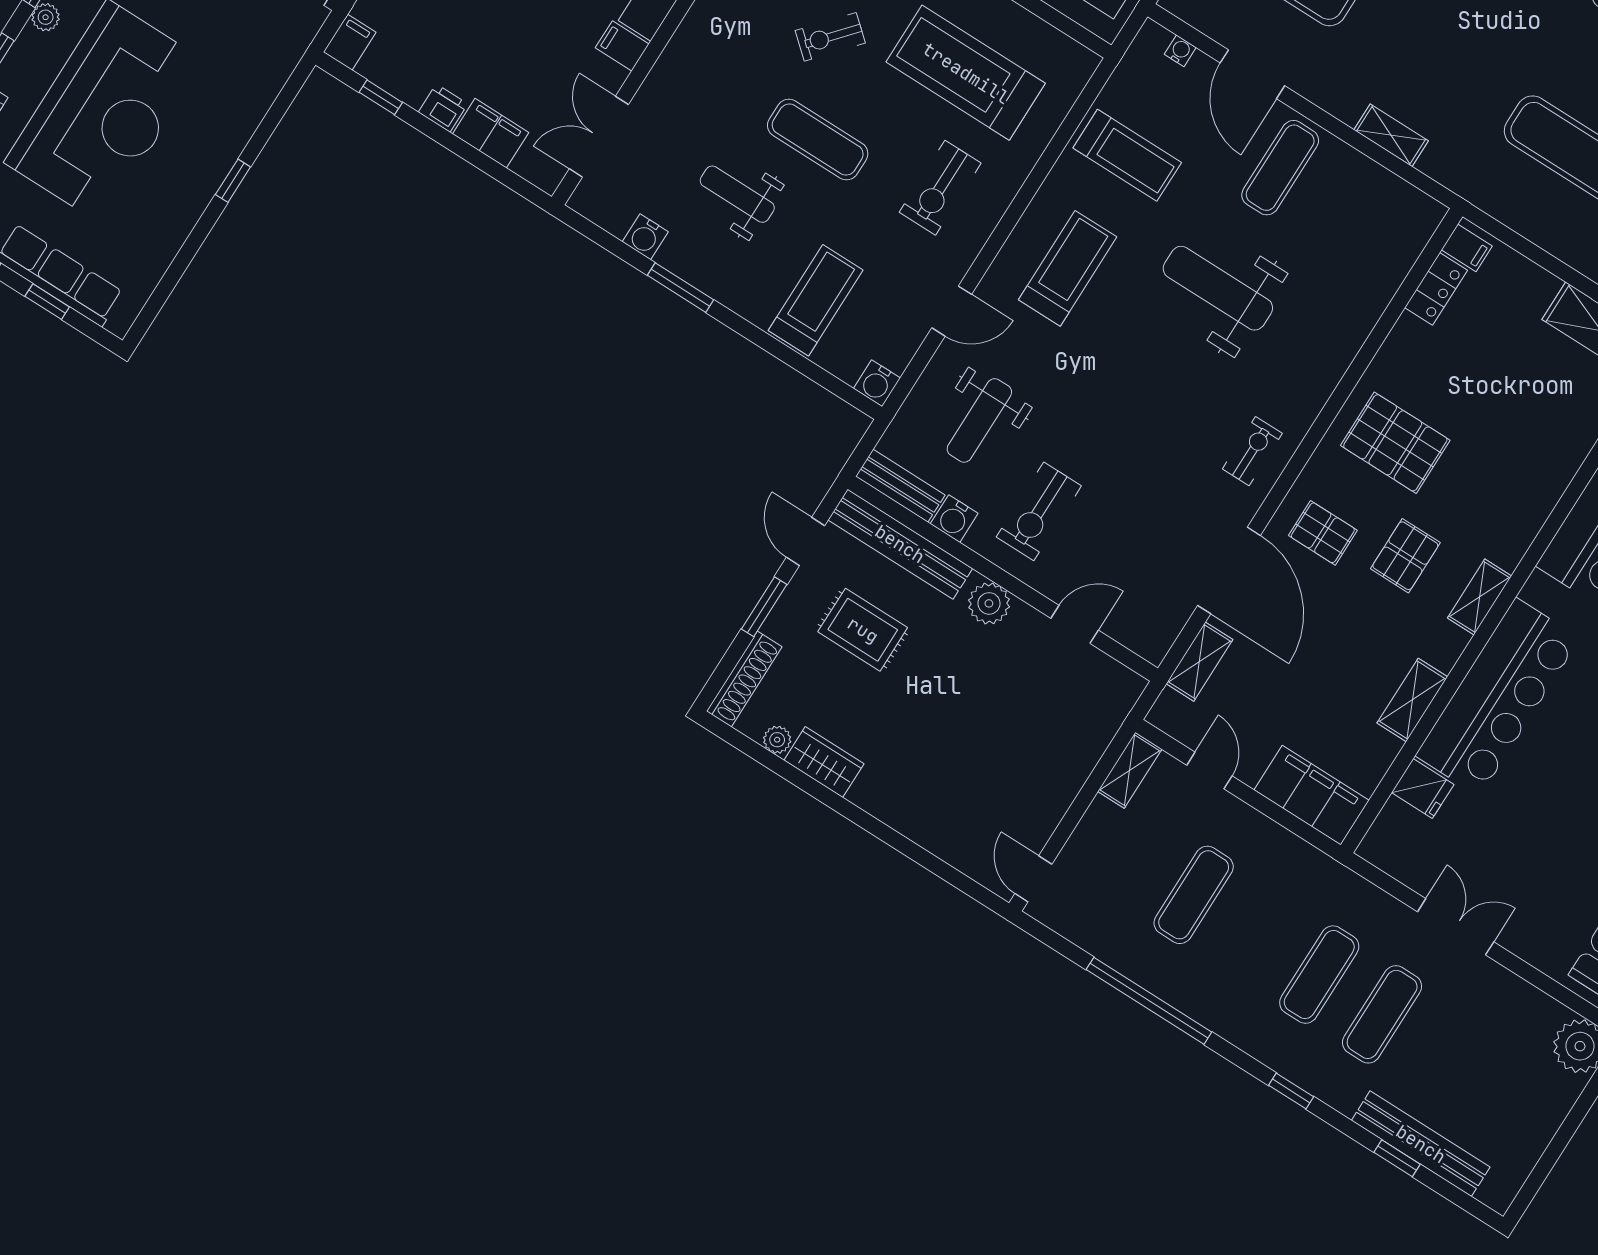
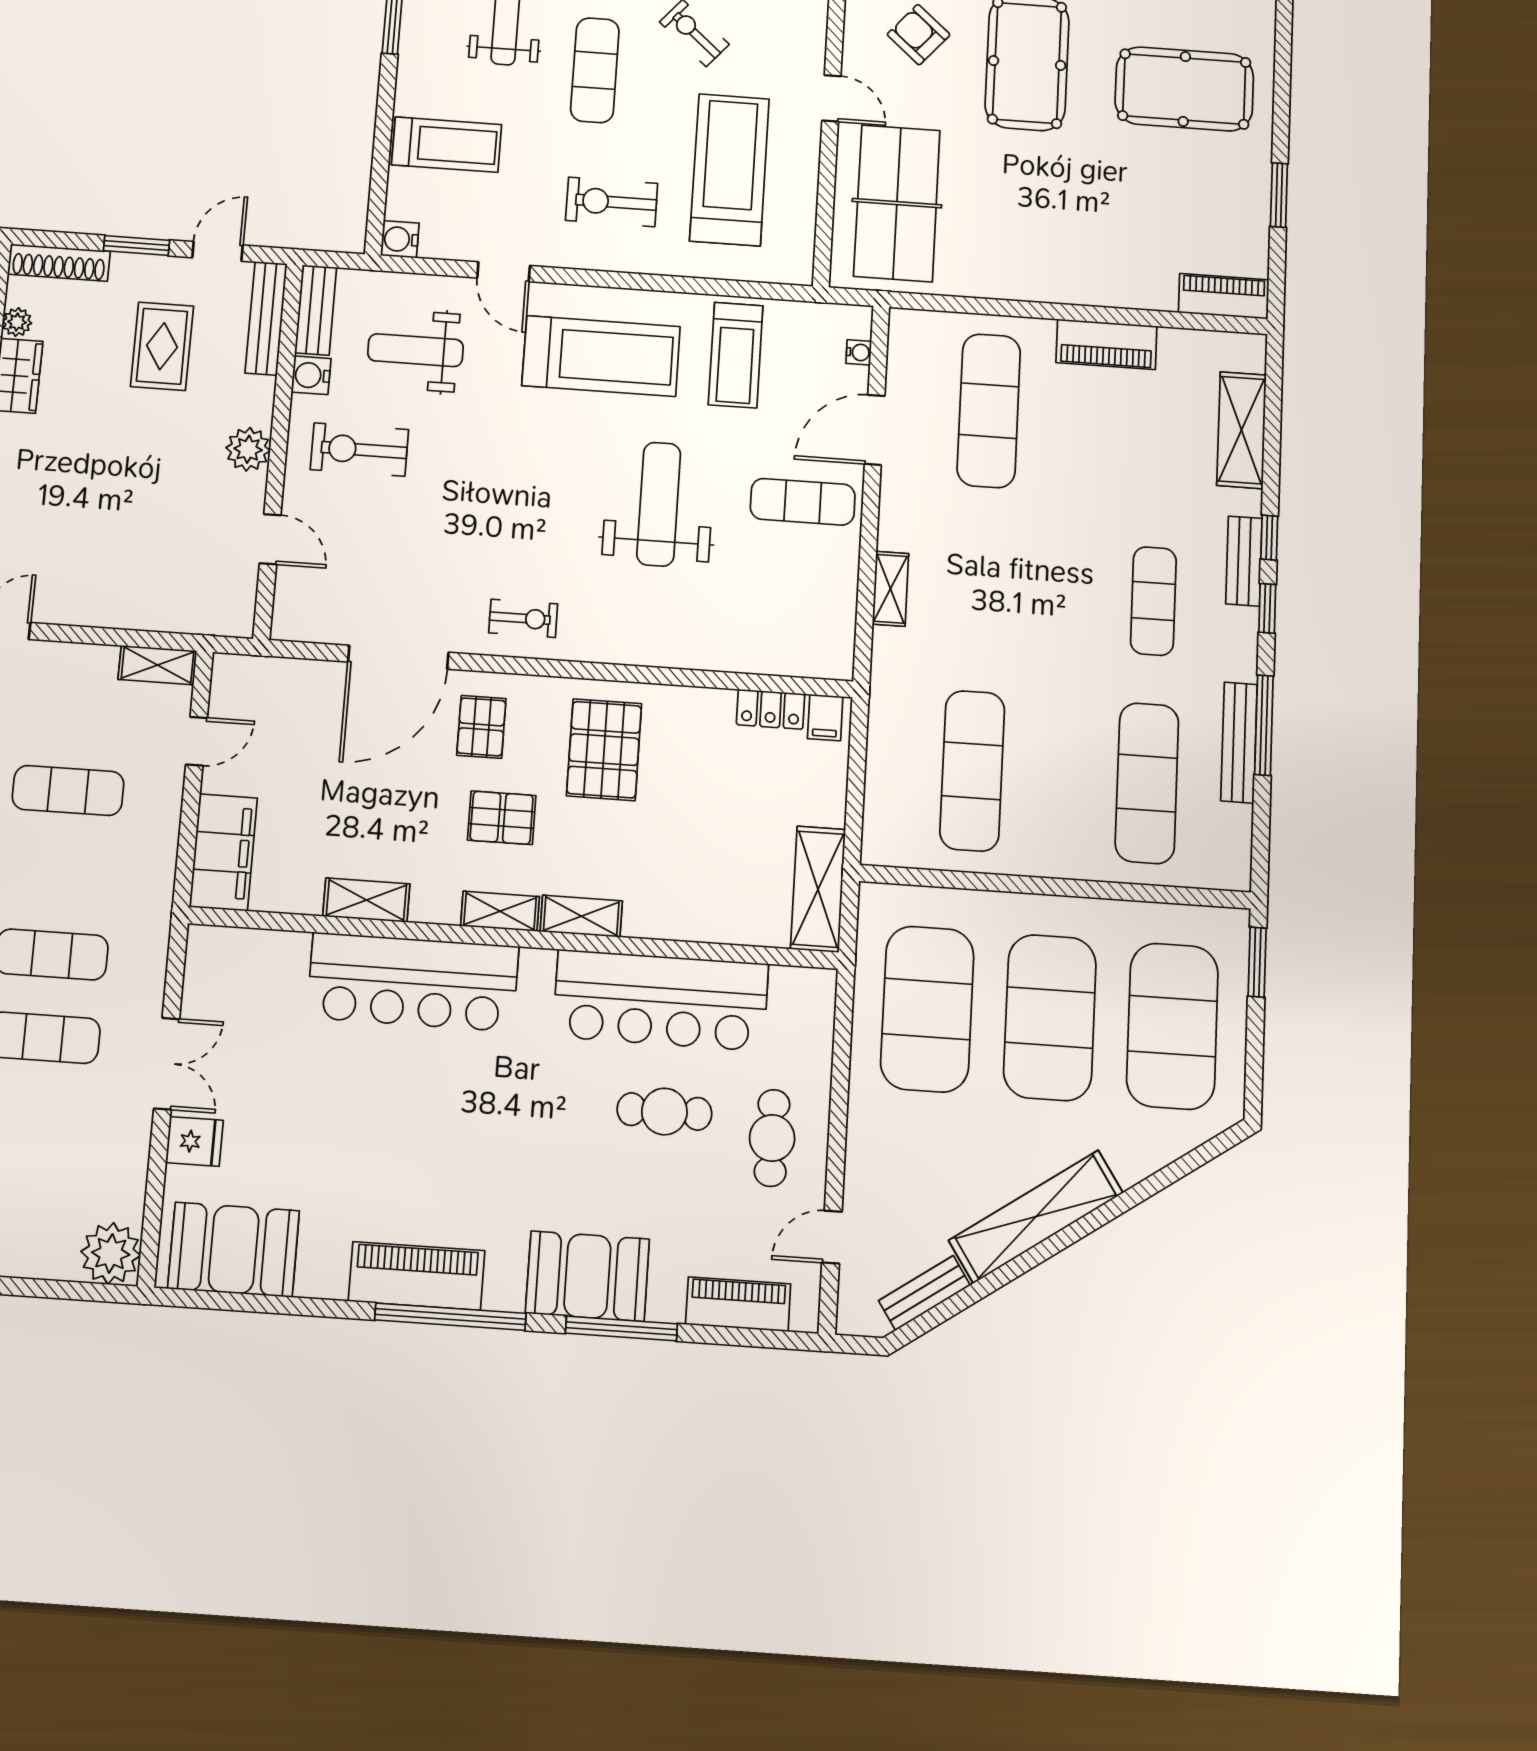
treadmill: (1068, 268) -> (601, 356), width x1.37, depth x1.38
bench: (900, 544) -> (266, 318), width x0.73, depth x0.82
shelving: (1199, 662) -> (581, 916), moved
fridge: (1423, 788) -> (194, 1141), moved, turned -90

